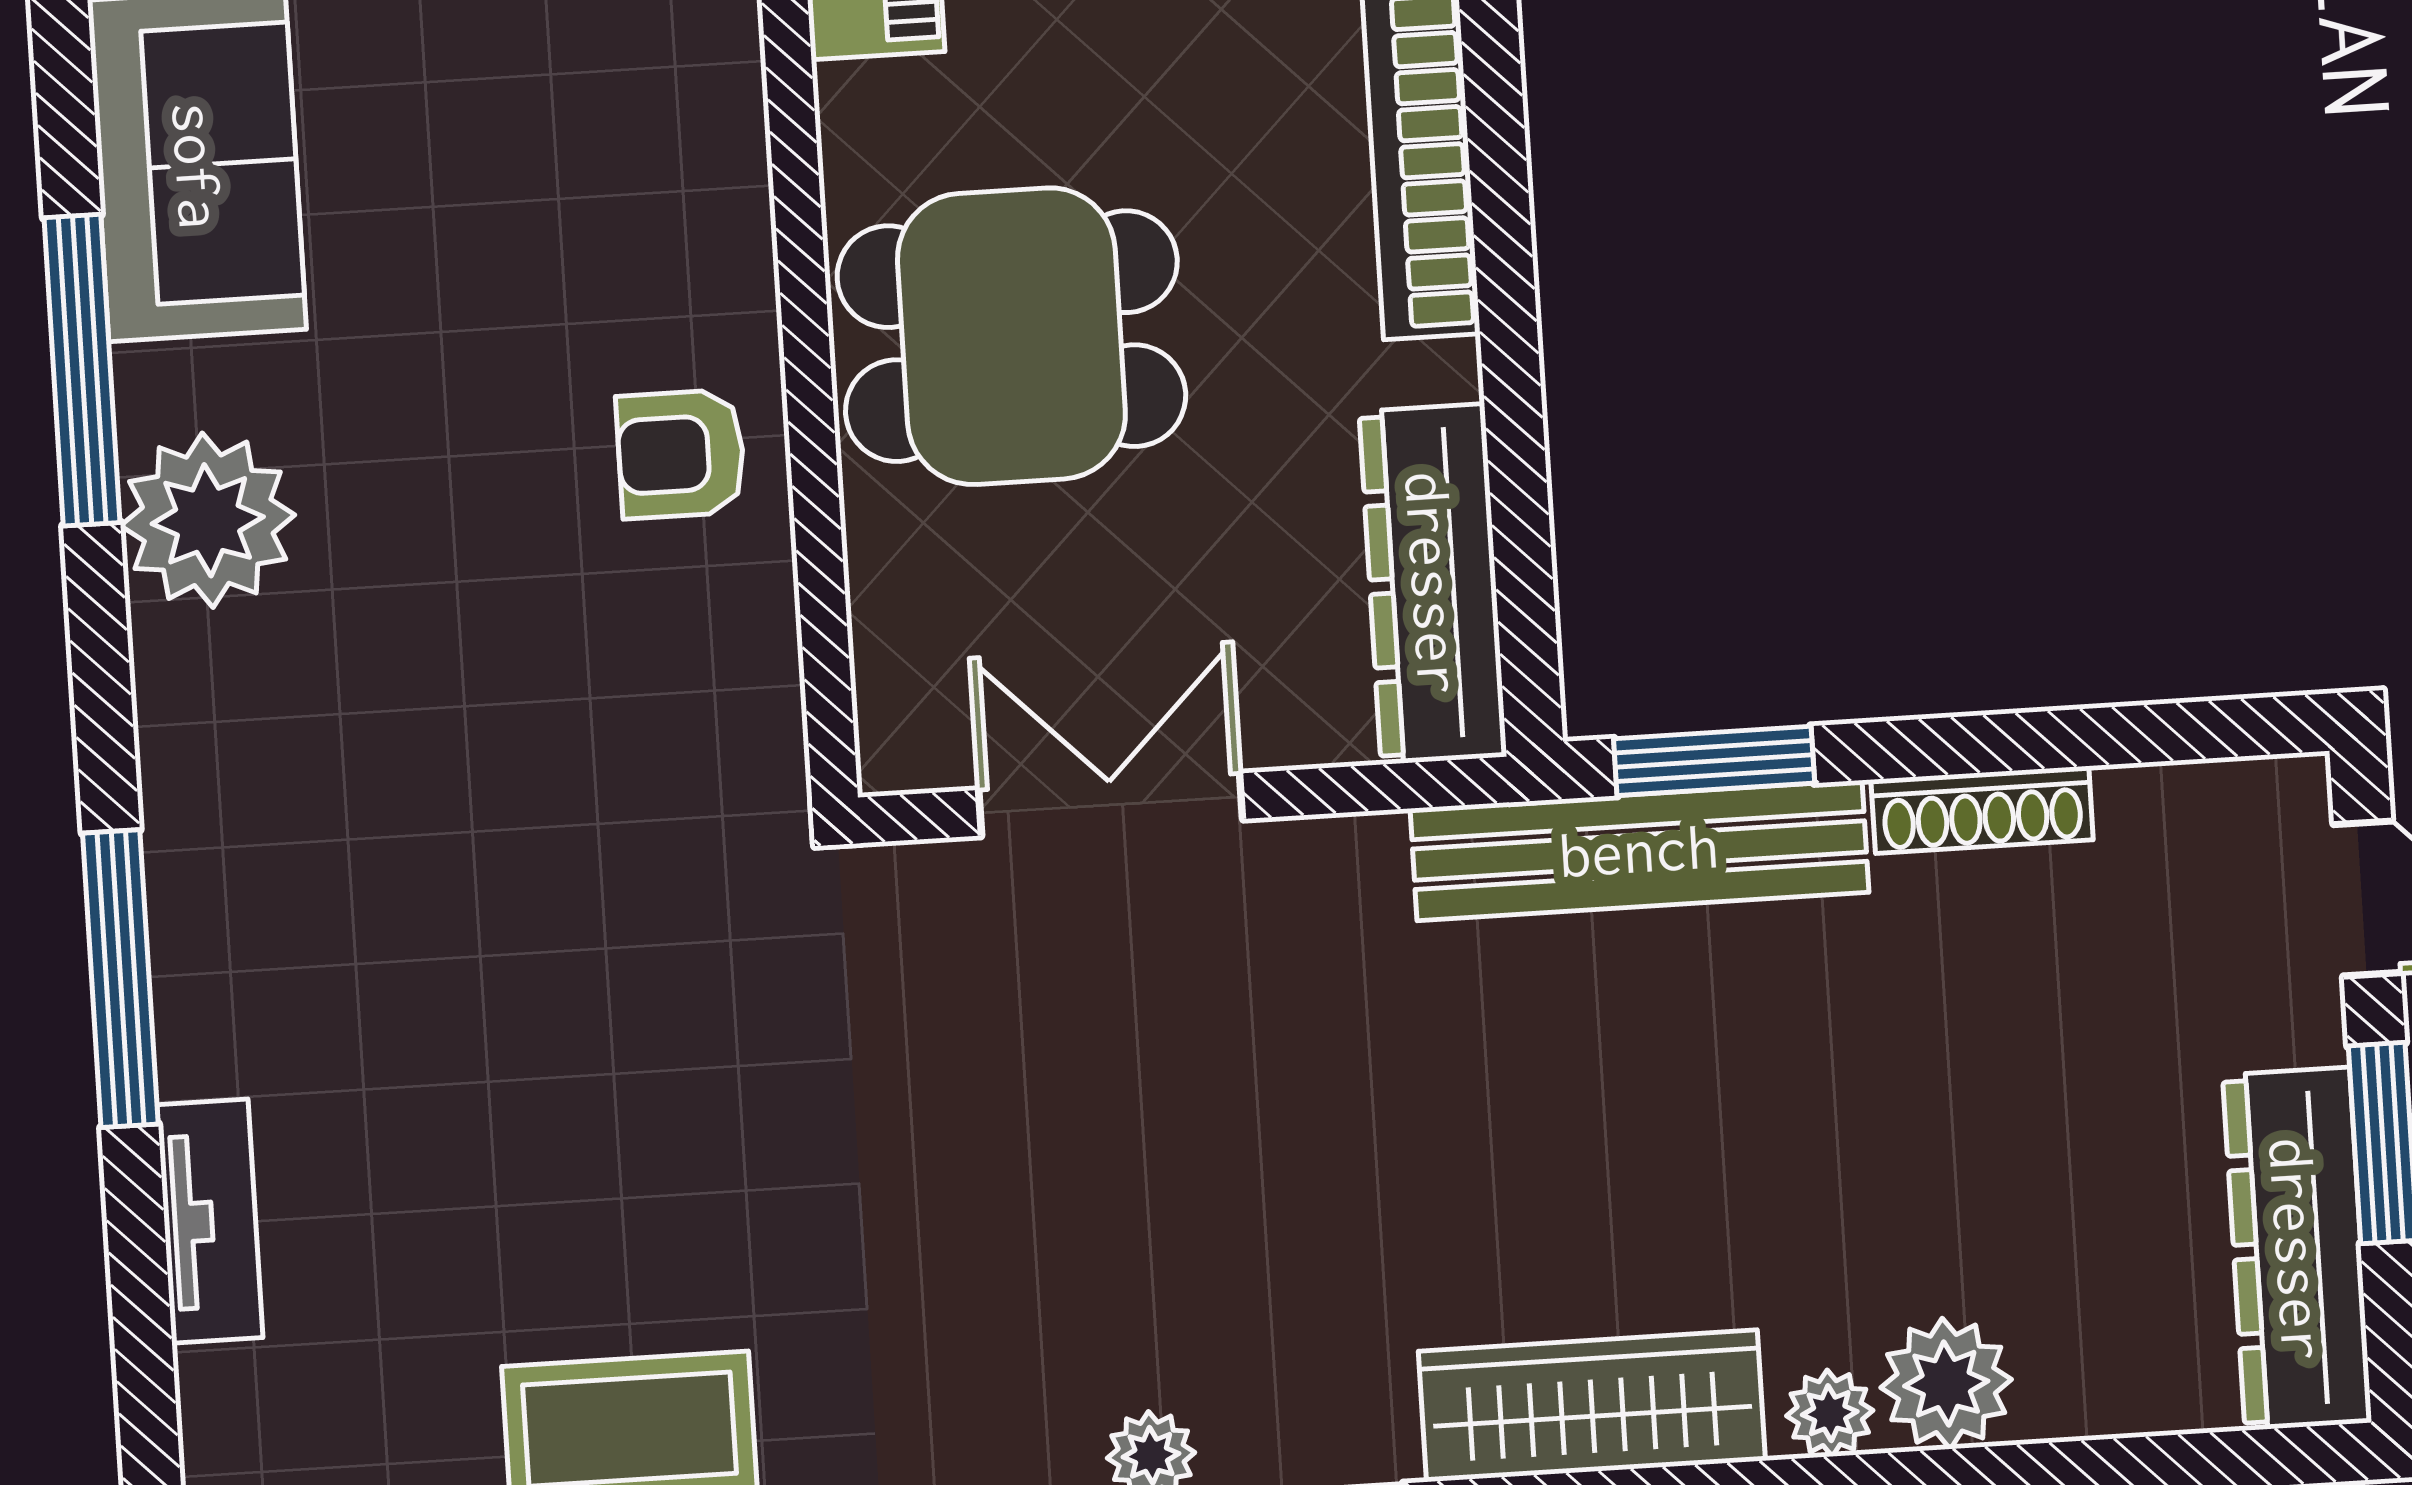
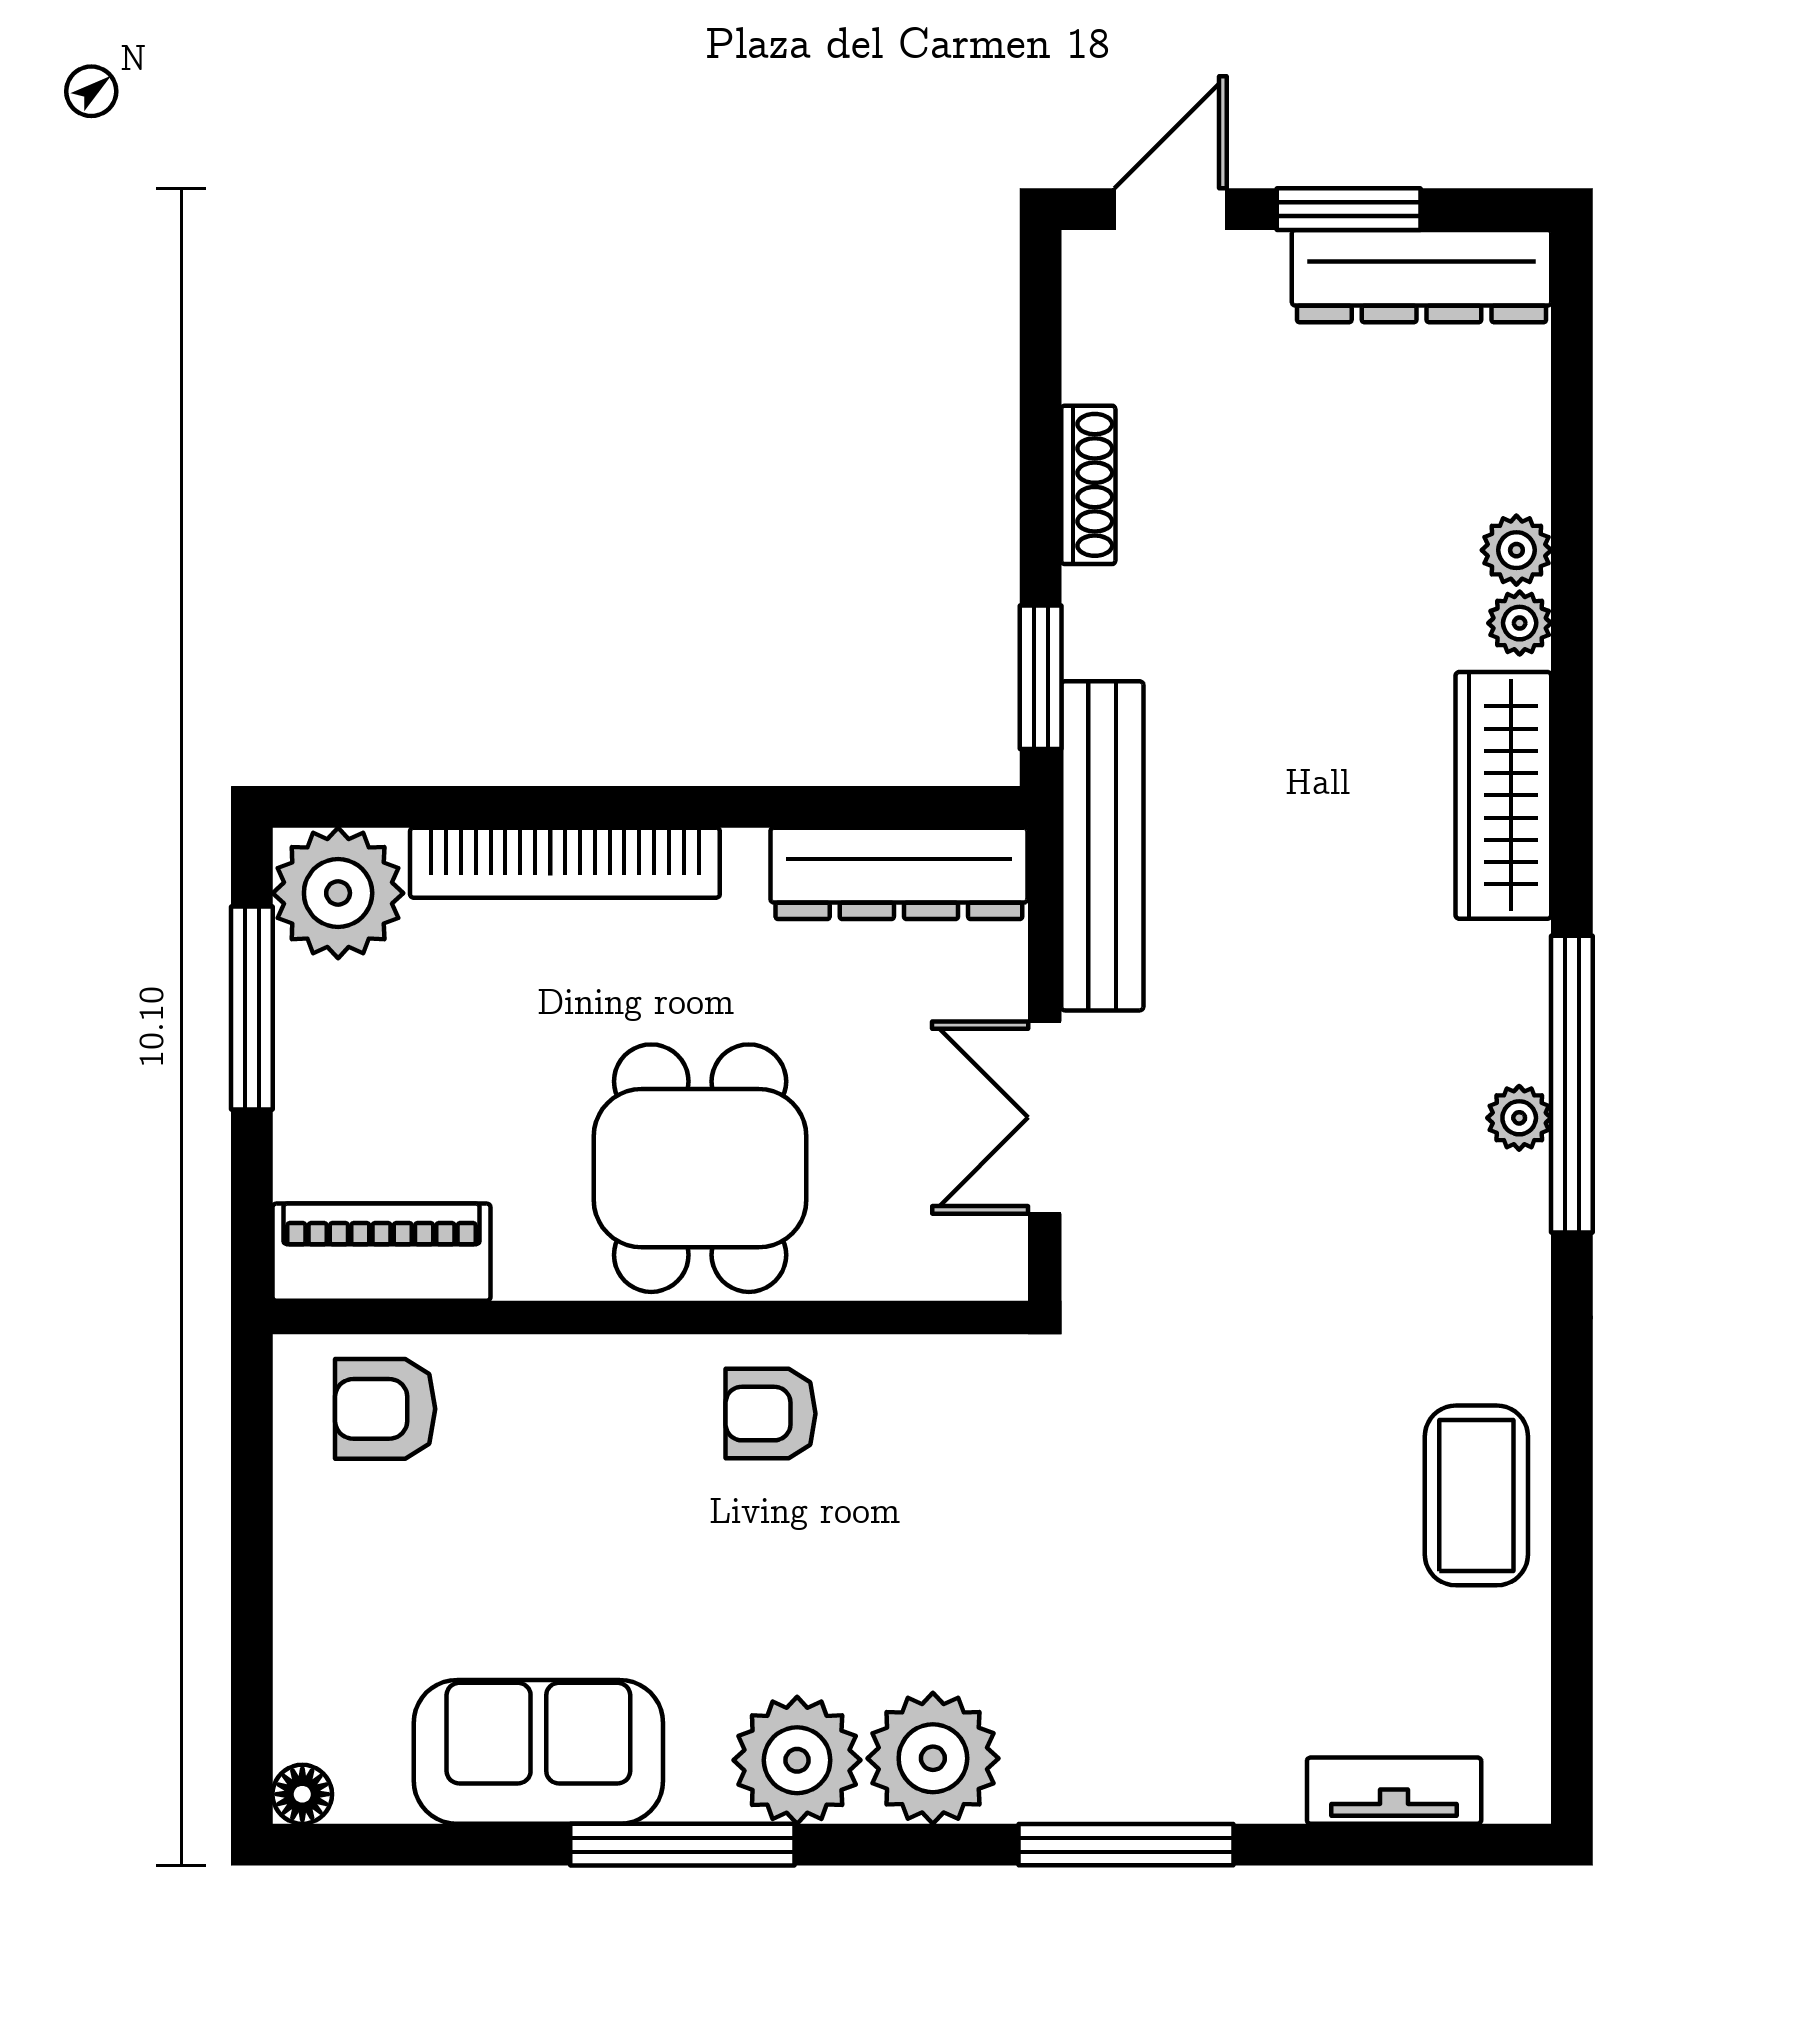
armchair: (681, 454) -> (771, 1414), turned 90
plant: (222, 706) -> (933, 1758), added
bench: (1639, 851) -> (1102, 846), moved
tv unit: (210, 1221) -> (1394, 1791), moved
plant: (1946, 1384) -> (1516, 550), width x0.73, depth x0.73

